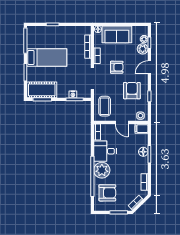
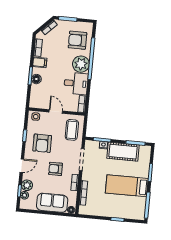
cot: (42, 90) -> (123, 152), moved
filing cabinet: (142, 129) -> (40, 62), moved

